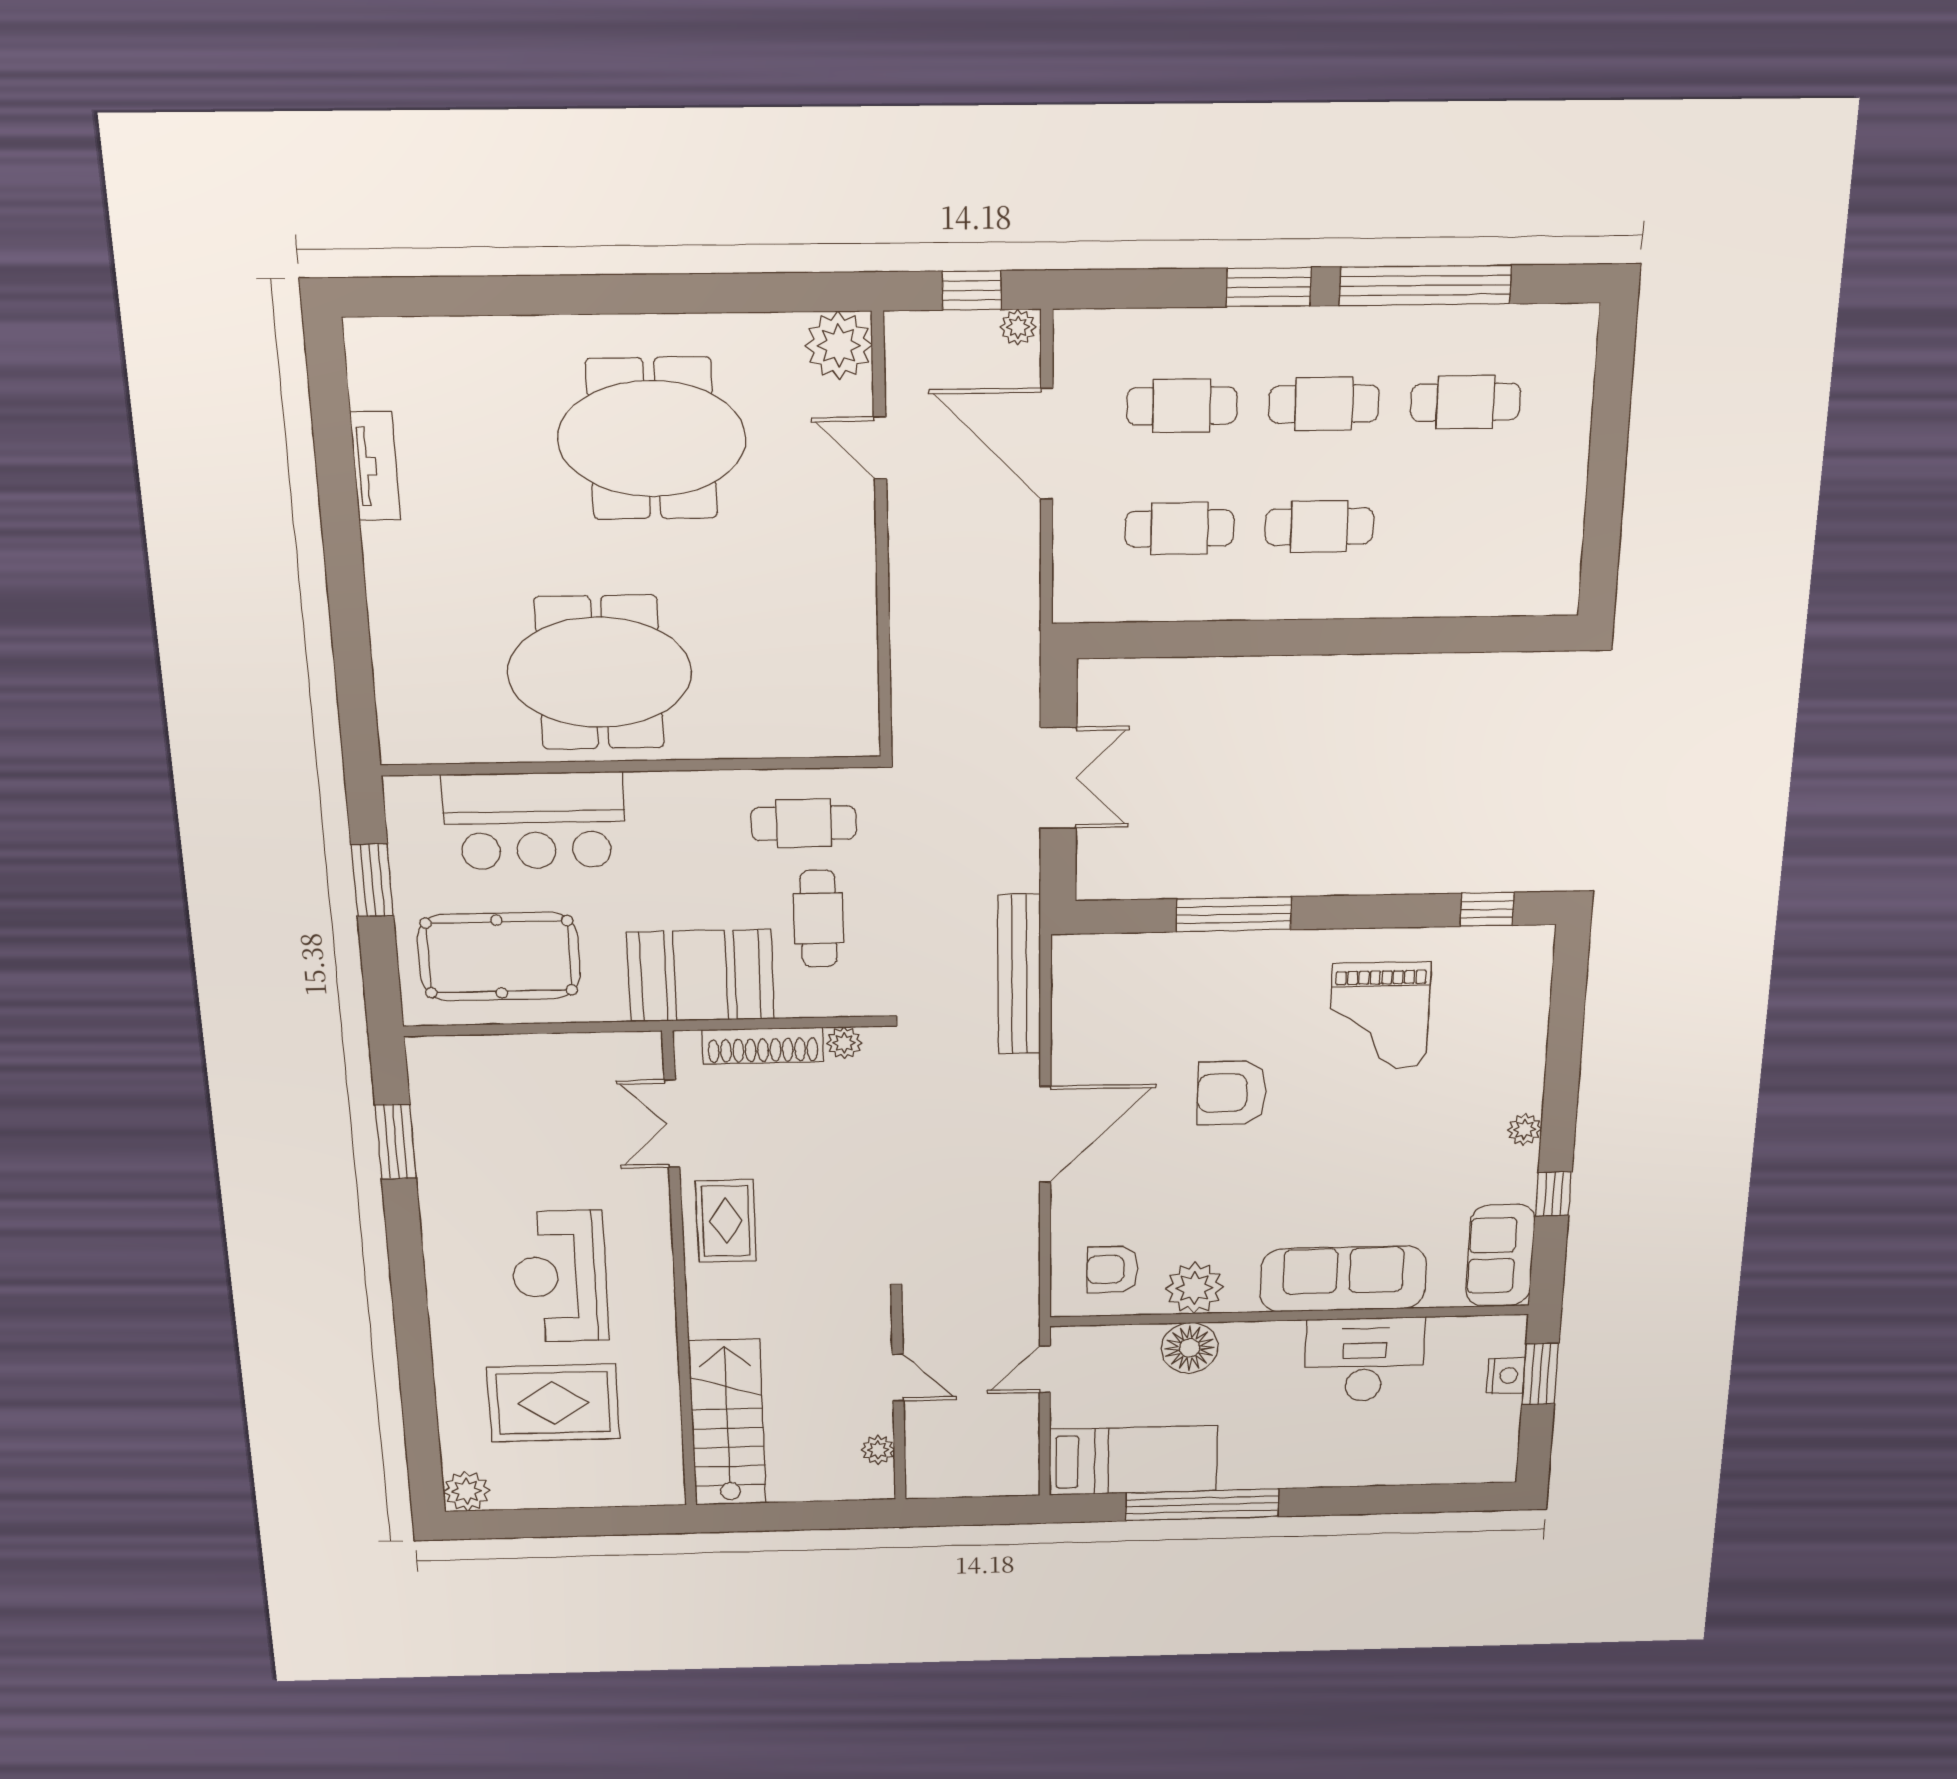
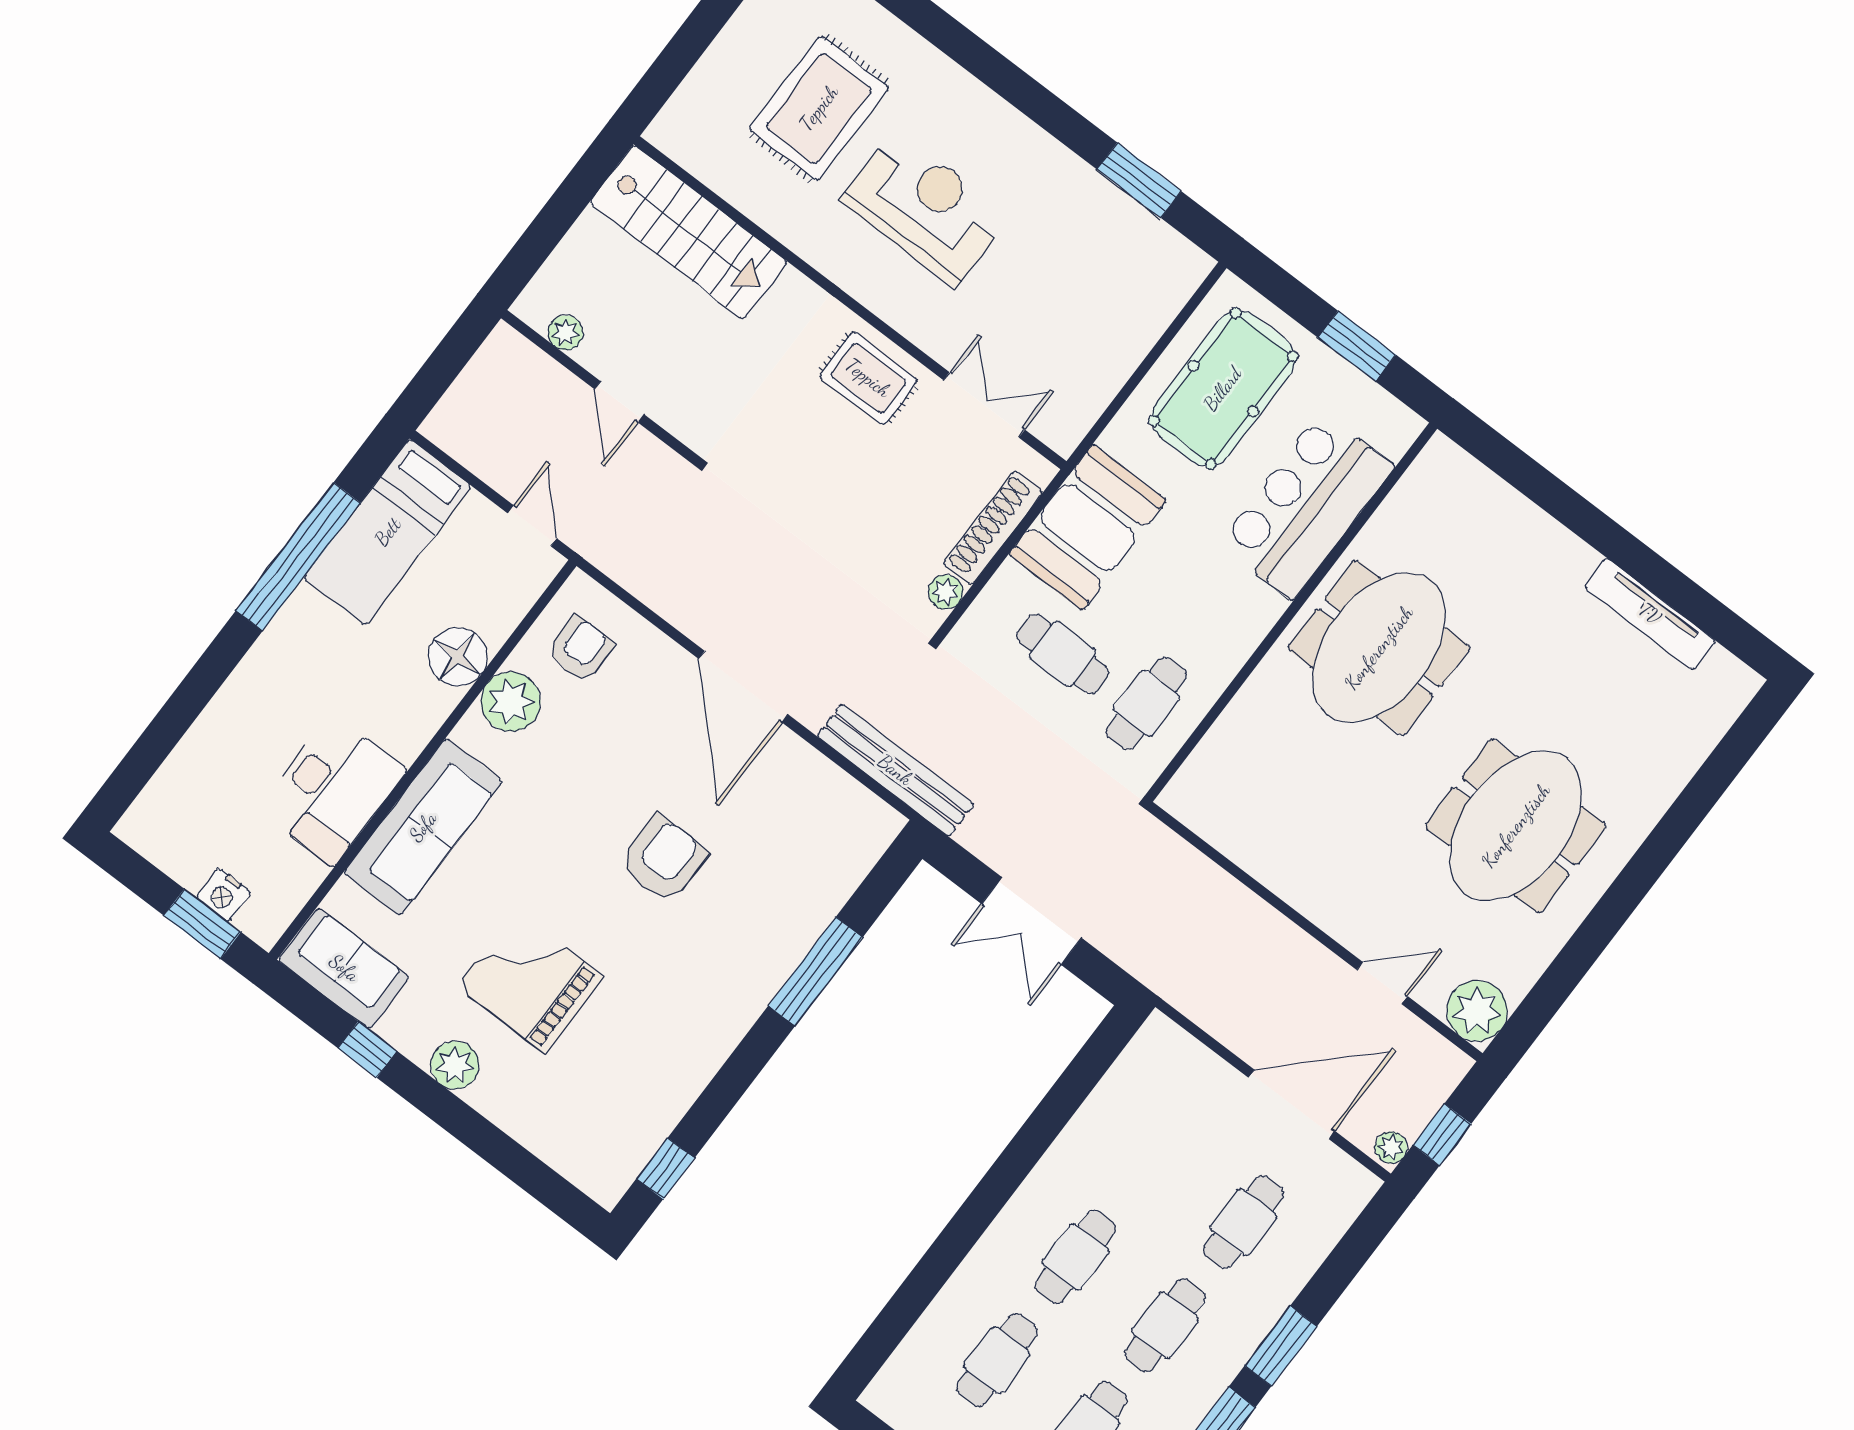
tv unit: (375, 466) -> (1650, 614), width x1.41
cafe table: (1179, 528) -> (997, 1360), moved
grand piano: (1379, 1016) -> (530, 981), moved
plant: (1524, 1129) -> (455, 1065), width x1.38, depth x1.38
door: (898, 1378) -> (619, 402), hinge flipped

